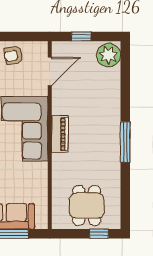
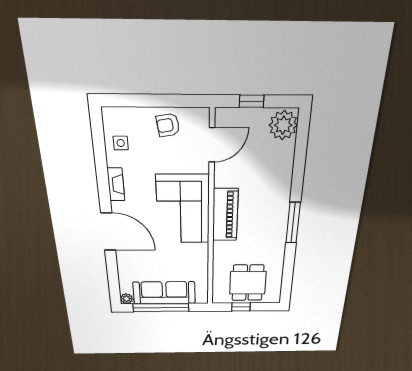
piano: (60, 134) -> (225, 215), width x1.37, depth x1.33
window: (99, 234) -> (241, 307), moved

